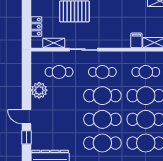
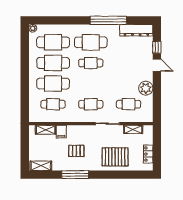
pallet: (119, 18) -> (76, 151), added
locker: (36, 27) -> (148, 154), moved
cafe table: (102, 96) -> (91, 84), removed
cafe table: (102, 119) -> (91, 63), width x0.73, depth x0.74

